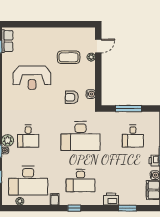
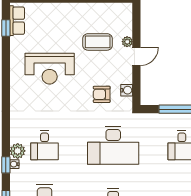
door: (98, 46) -> (136, 56), moved

